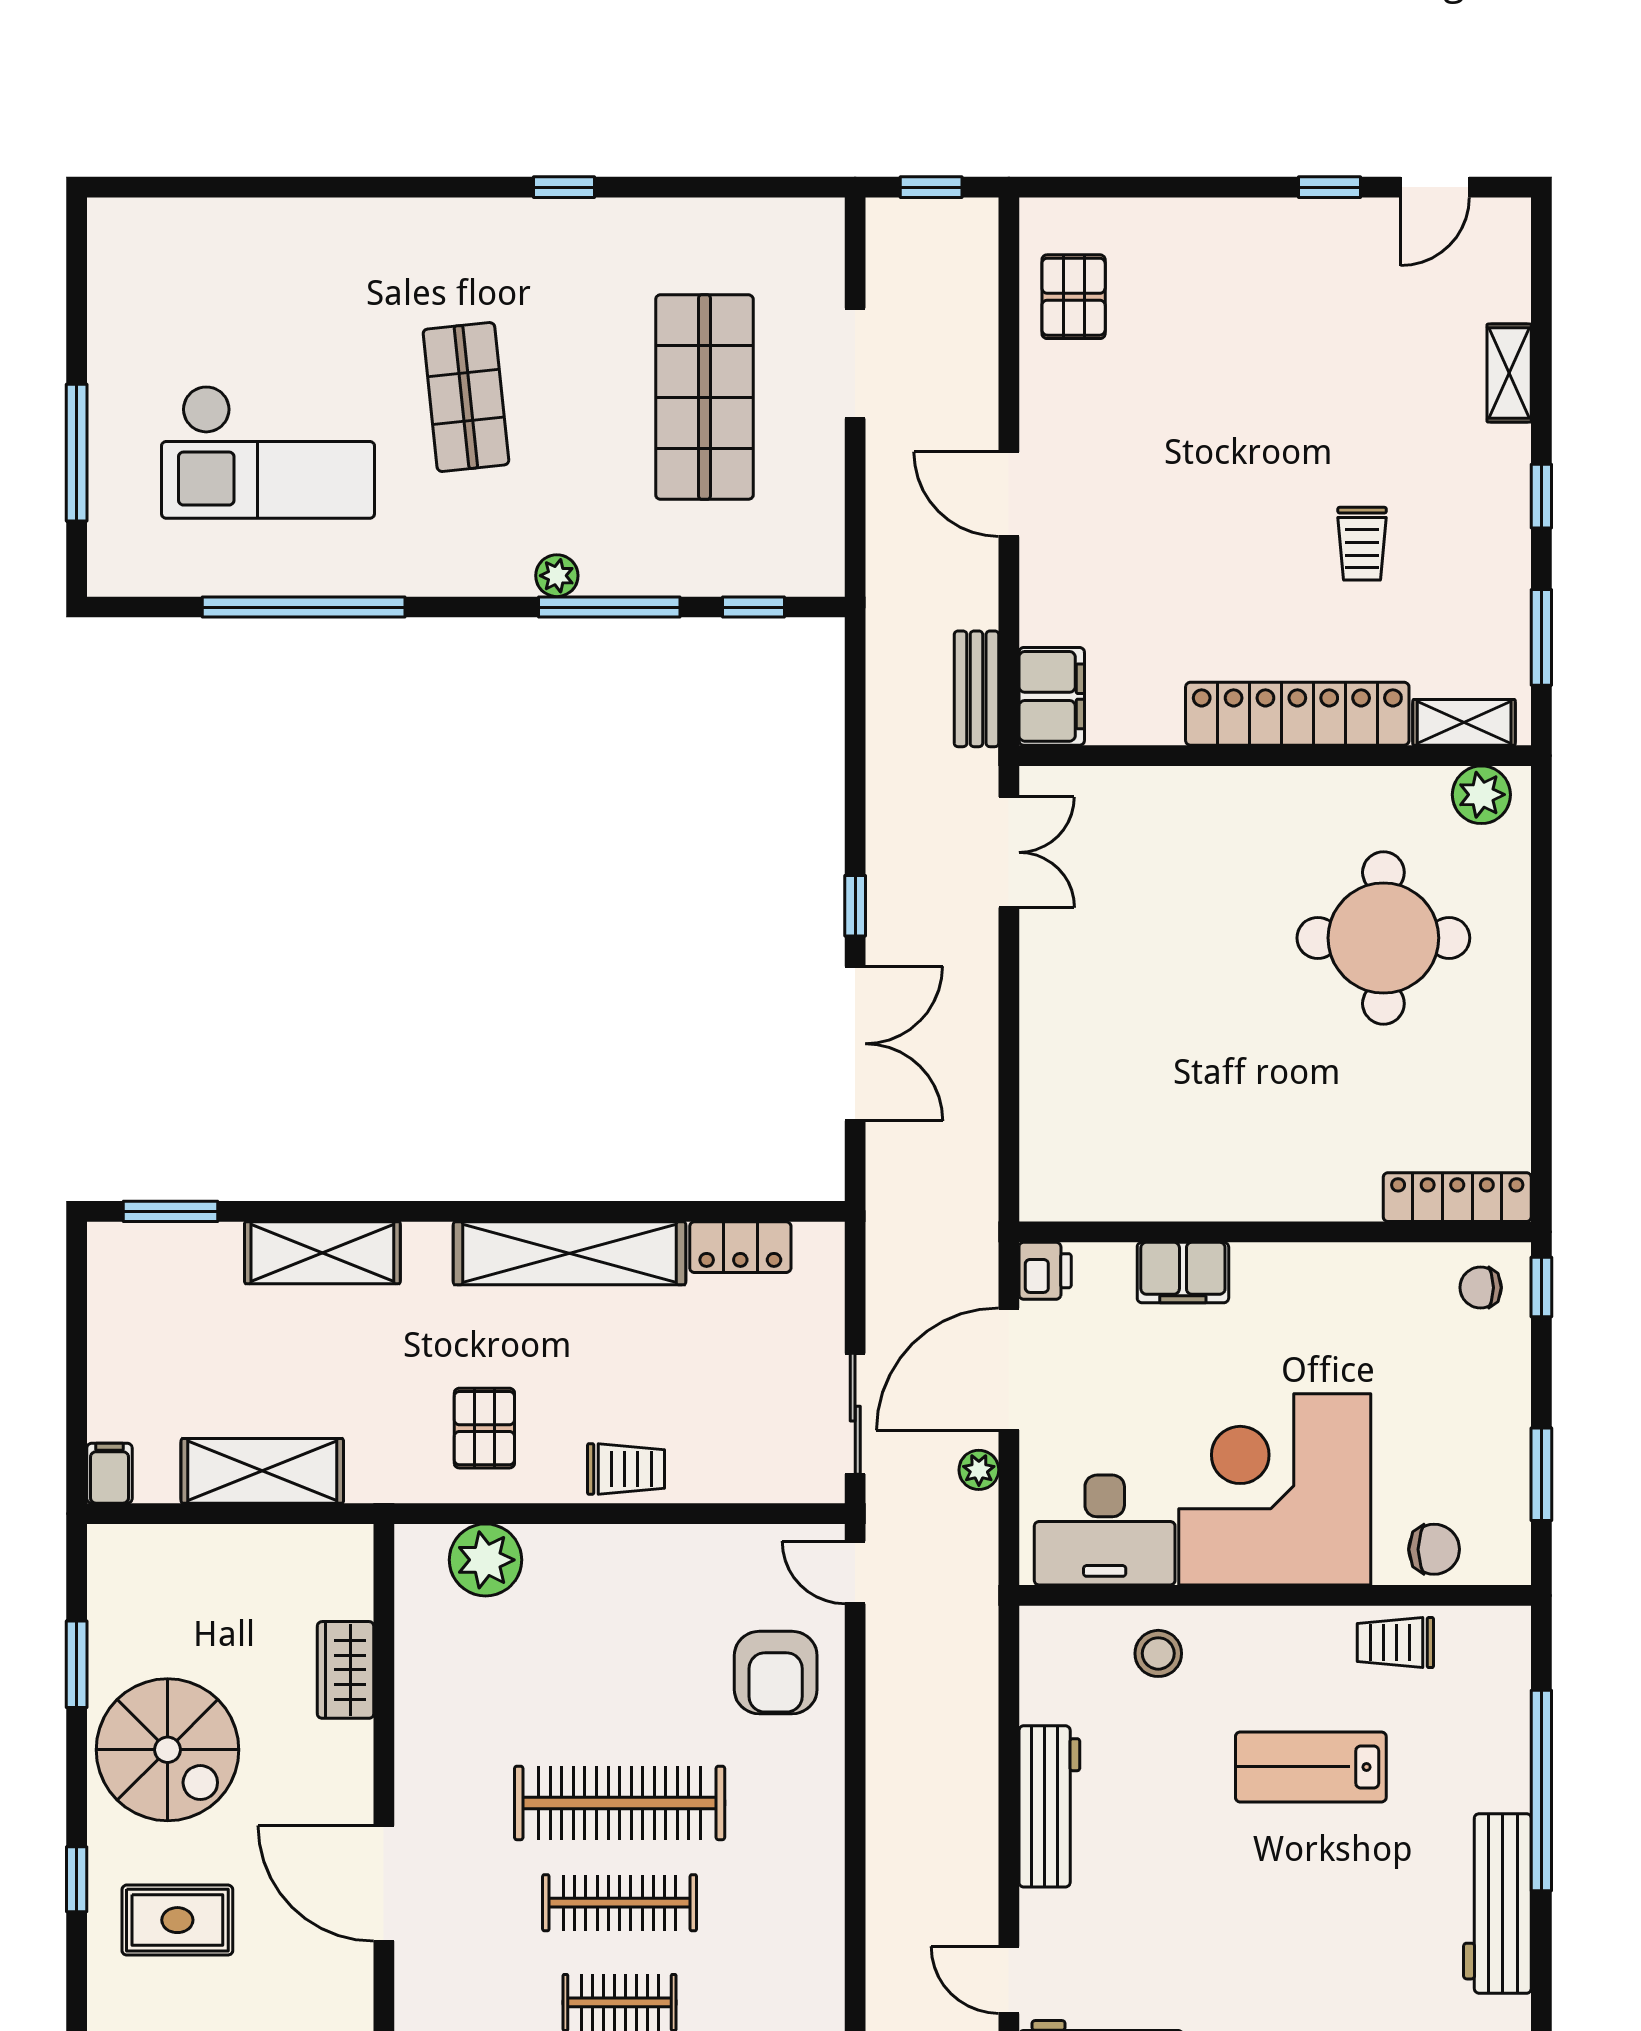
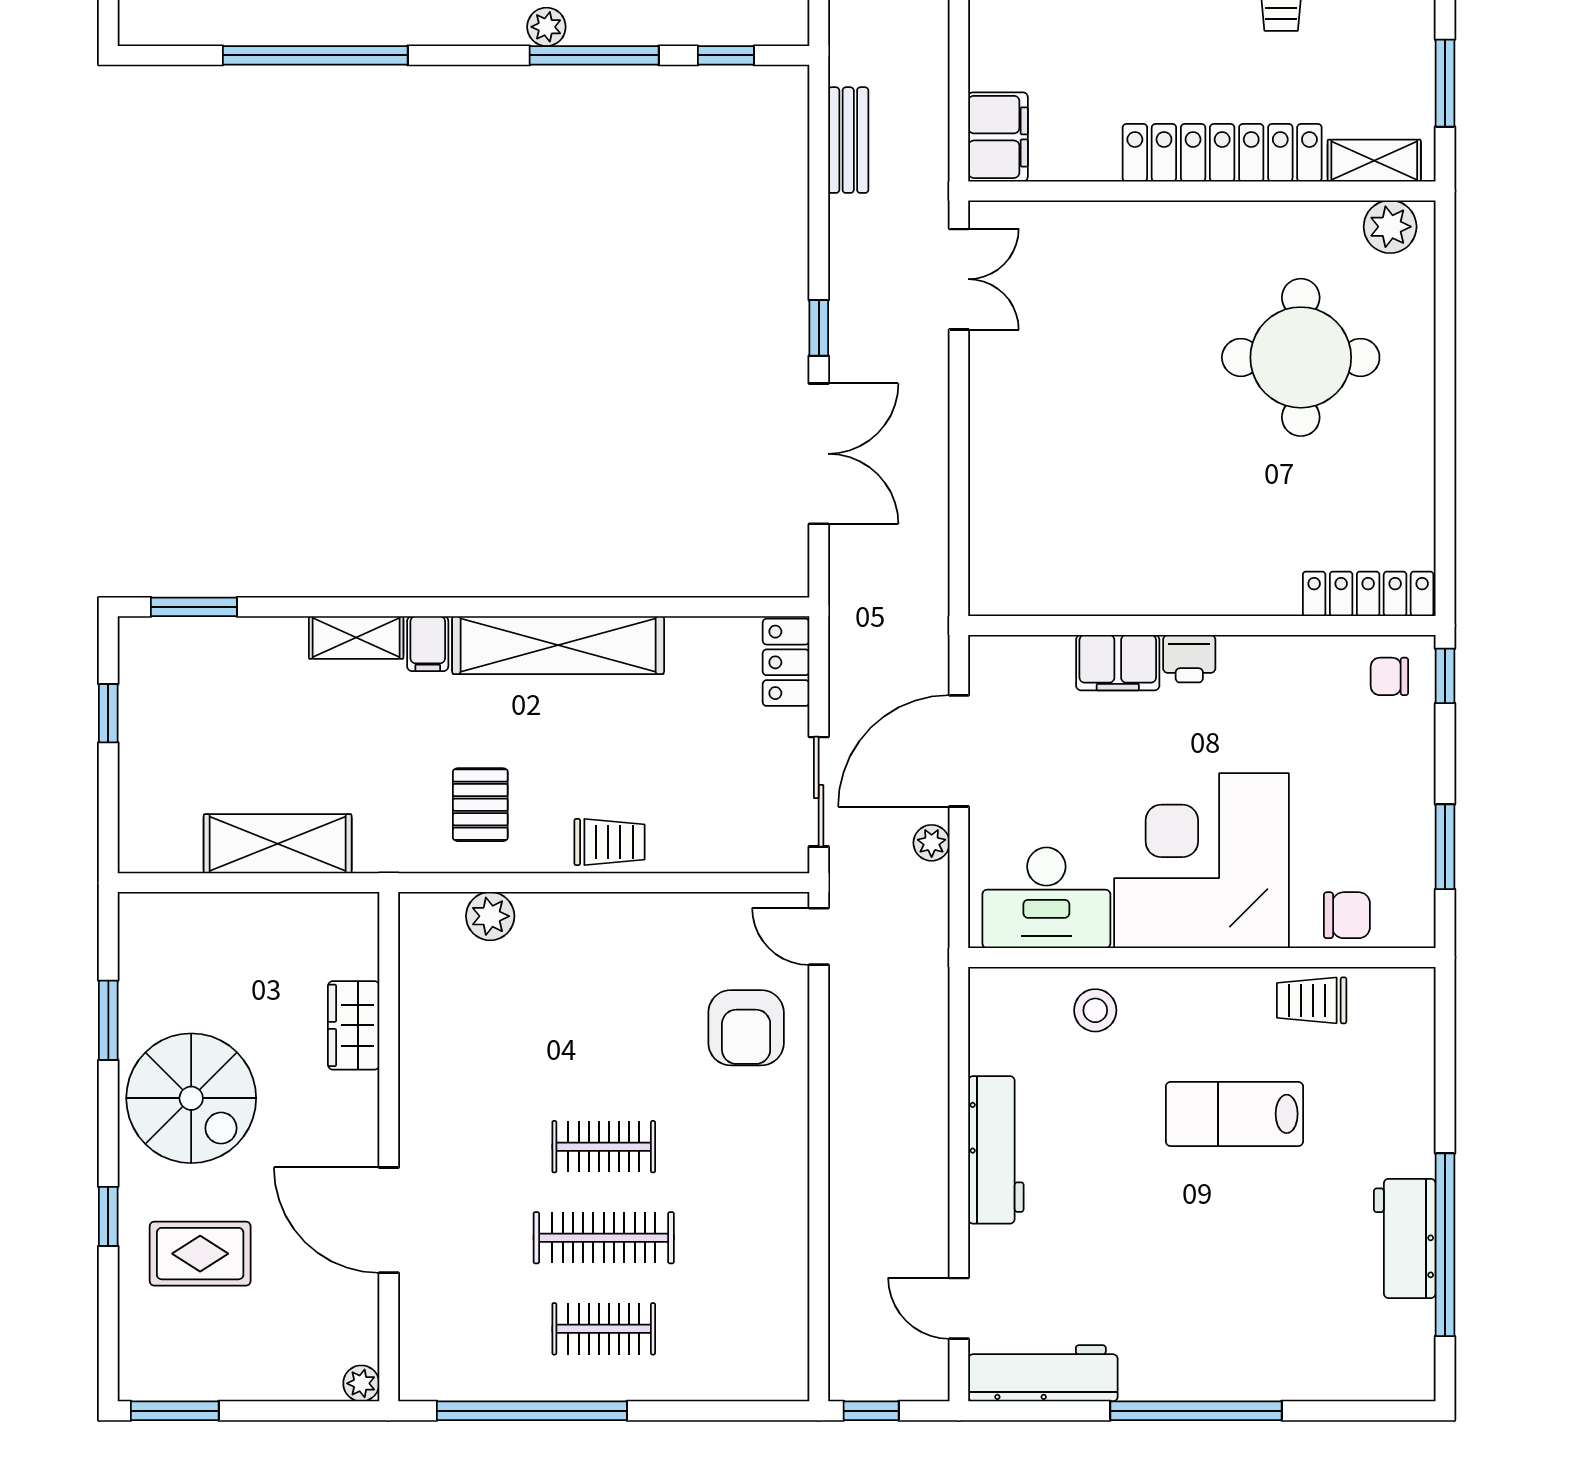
bench: (976, 689) -> (848, 140), moved
locker: (740, 1247) -> (786, 662), moved, turned 90
shelving: (322, 1253) -> (356, 638), width x0.67, depth x0.75
printer: (1045, 1271) -> (1189, 659), moved, turned 90
window: (77, 1328) -> (108, 713), added
filing cabinet: (109, 1473) -> (428, 644), moved, turned 180
plant: (486, 1560) -> (490, 916), width x0.73, depth x0.73
window: (1541, 1791) -> (1445, 1245), moved
clothes rail: (620, 1803) -> (604, 1147), width x0.54, depth x0.76
workbench: (1497, 1903) -> (1405, 1238), width x0.73

